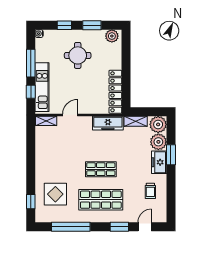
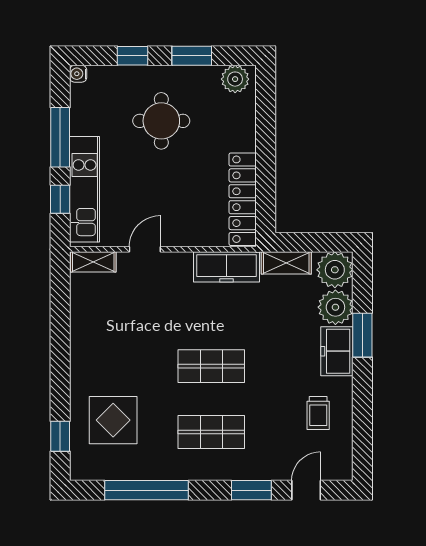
shop shelf: (101, 200) -> (211, 432), width x0.70, depth x0.74

